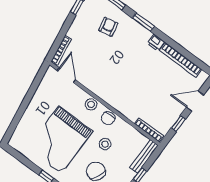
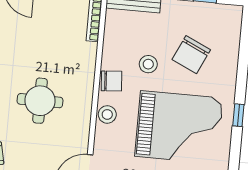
round table: (121, 72) -> (40, 101), added

